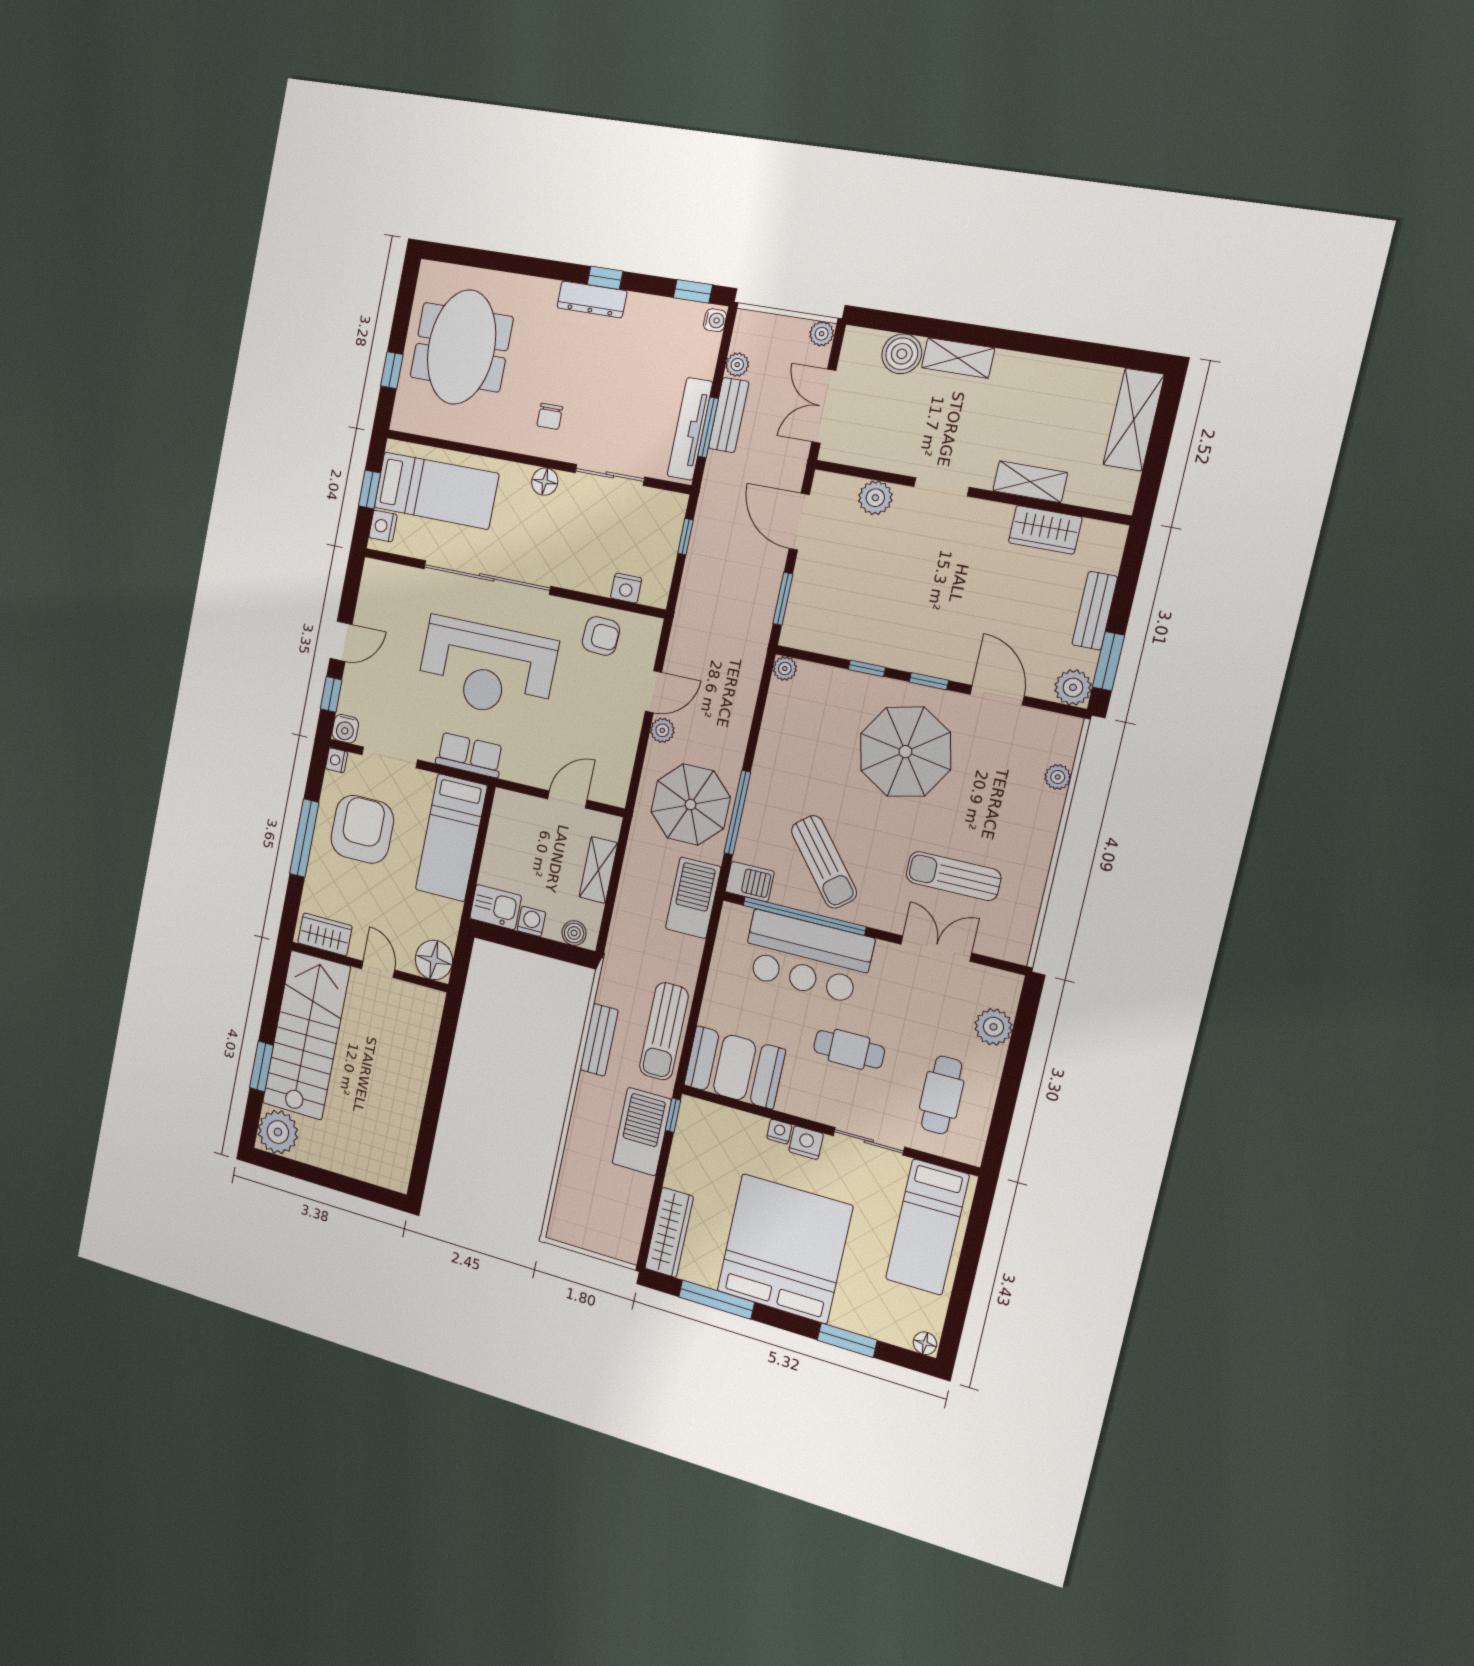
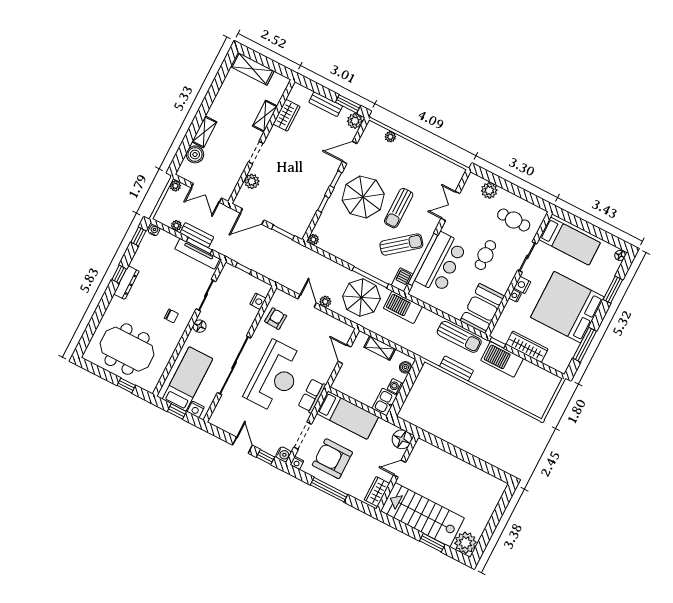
sun lounger: (953, 876) -> (399, 208), moved
wardrobe: (669, 1232) -> (527, 347), moved

